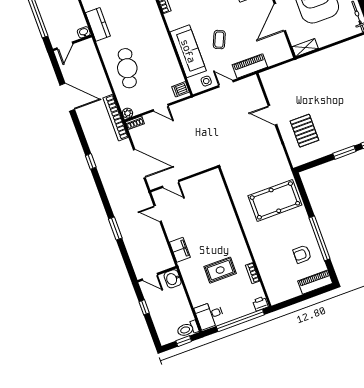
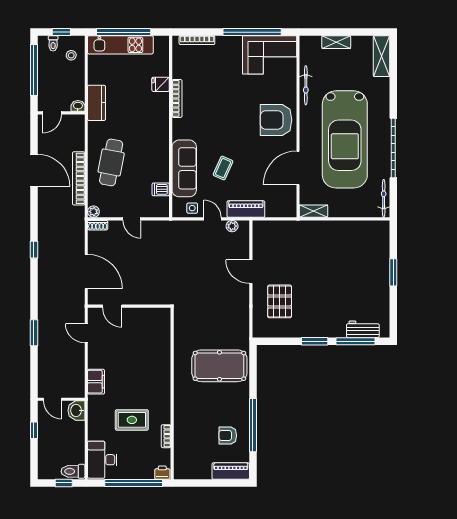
plant: (244, 84) -> (232, 226), added
dishwasher: (180, 89) -> (161, 189), moved
bookcase: (116, 118) -> (79, 178), moved
desk: (210, 315) -> (102, 460), width x1.37

